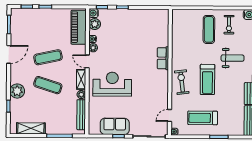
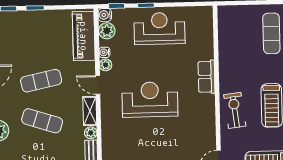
reception desk: (131, 24) -> (159, 28), added
reception desk: (112, 84) -> (150, 99), moved

